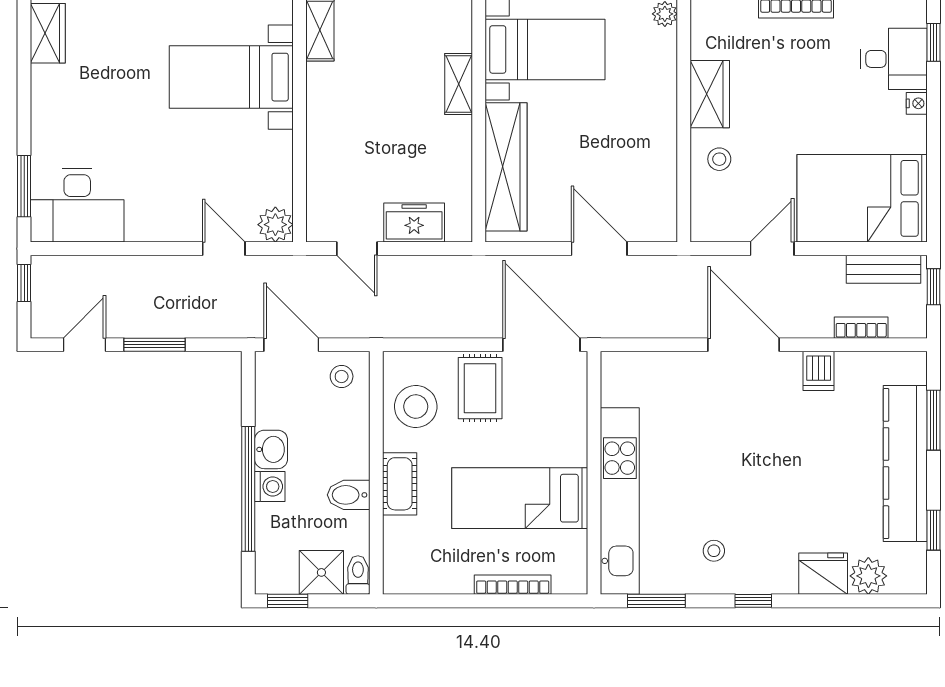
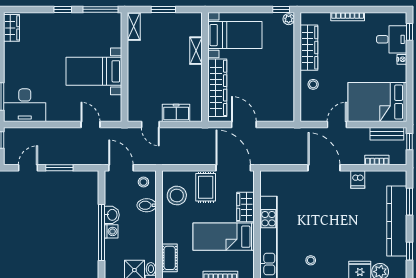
bed with nightstands: (231, 77) -> (94, 71), moved
wardrobe: (710, 94) -> (309, 48), width x1.50
plant: (275, 225) -> (114, 114), removed
door: (599, 249) -> (244, 125), moved
wardrobe: (569, 432) -> (245, 207), added
cot: (400, 484) -> (170, 258), moved
bidet: (349, 495) -> (147, 205), moved

